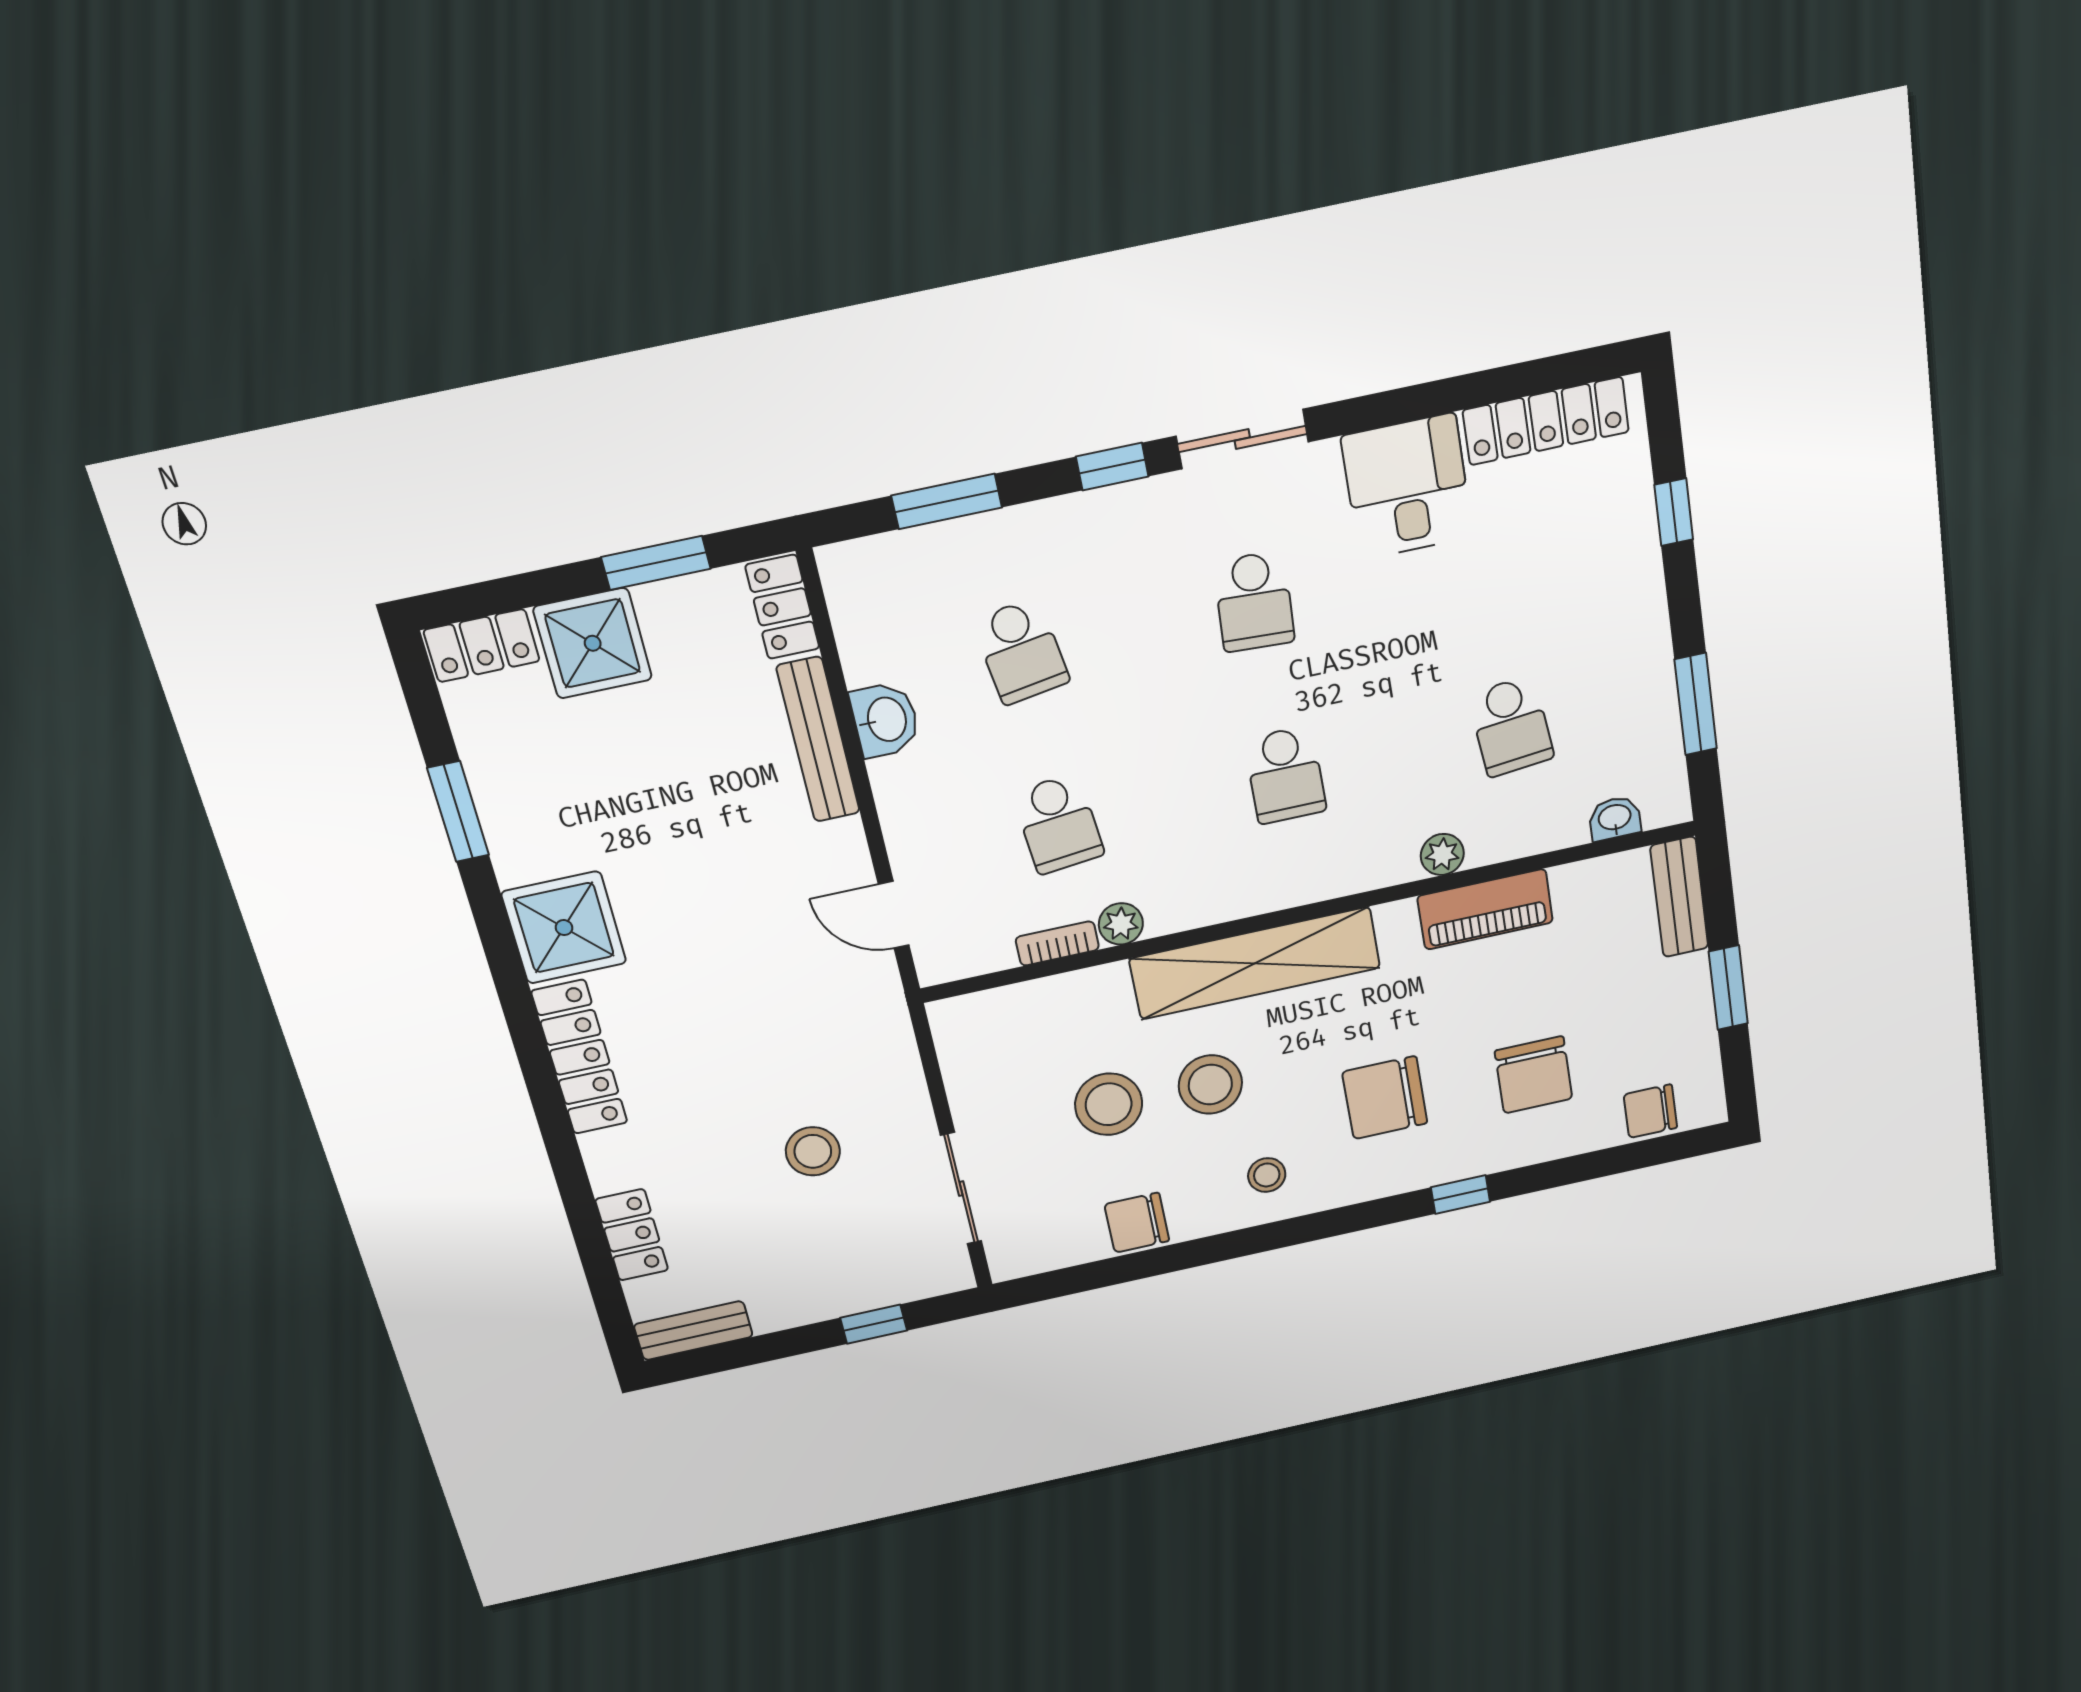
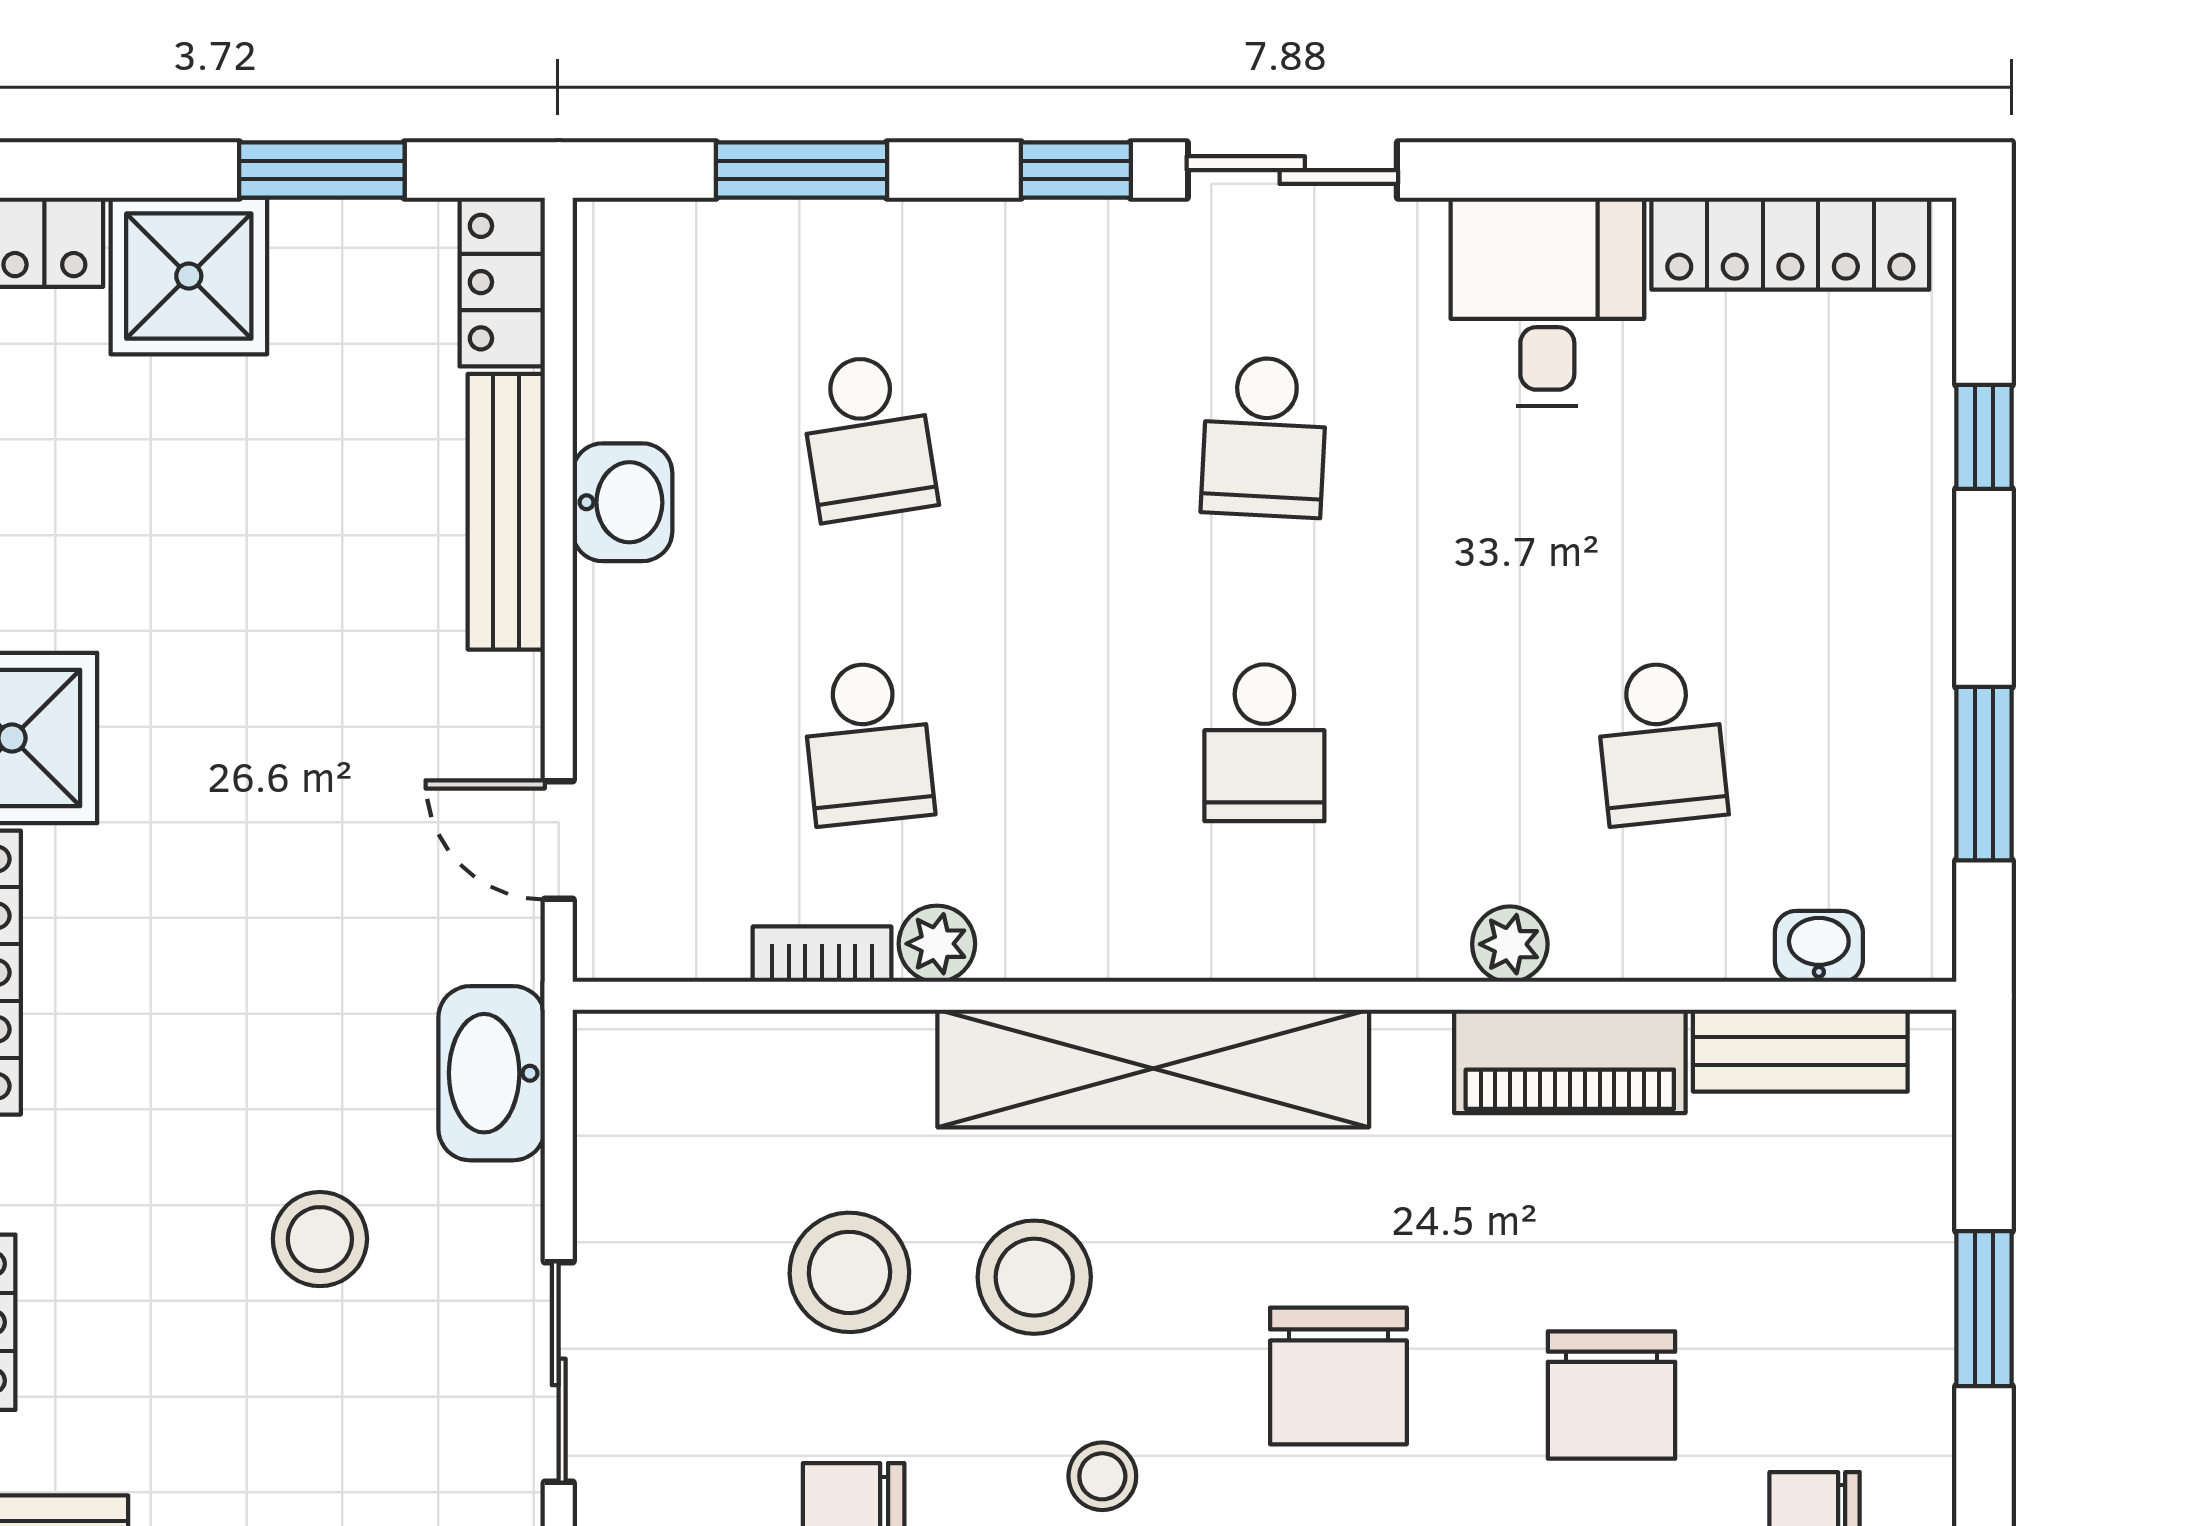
bench: (1679, 897) -> (1800, 1051), moved, turned 90
washbasin: (886, 1046) -> (492, 1073), added
chair: (1385, 1098) -> (1338, 1376), turned -90

